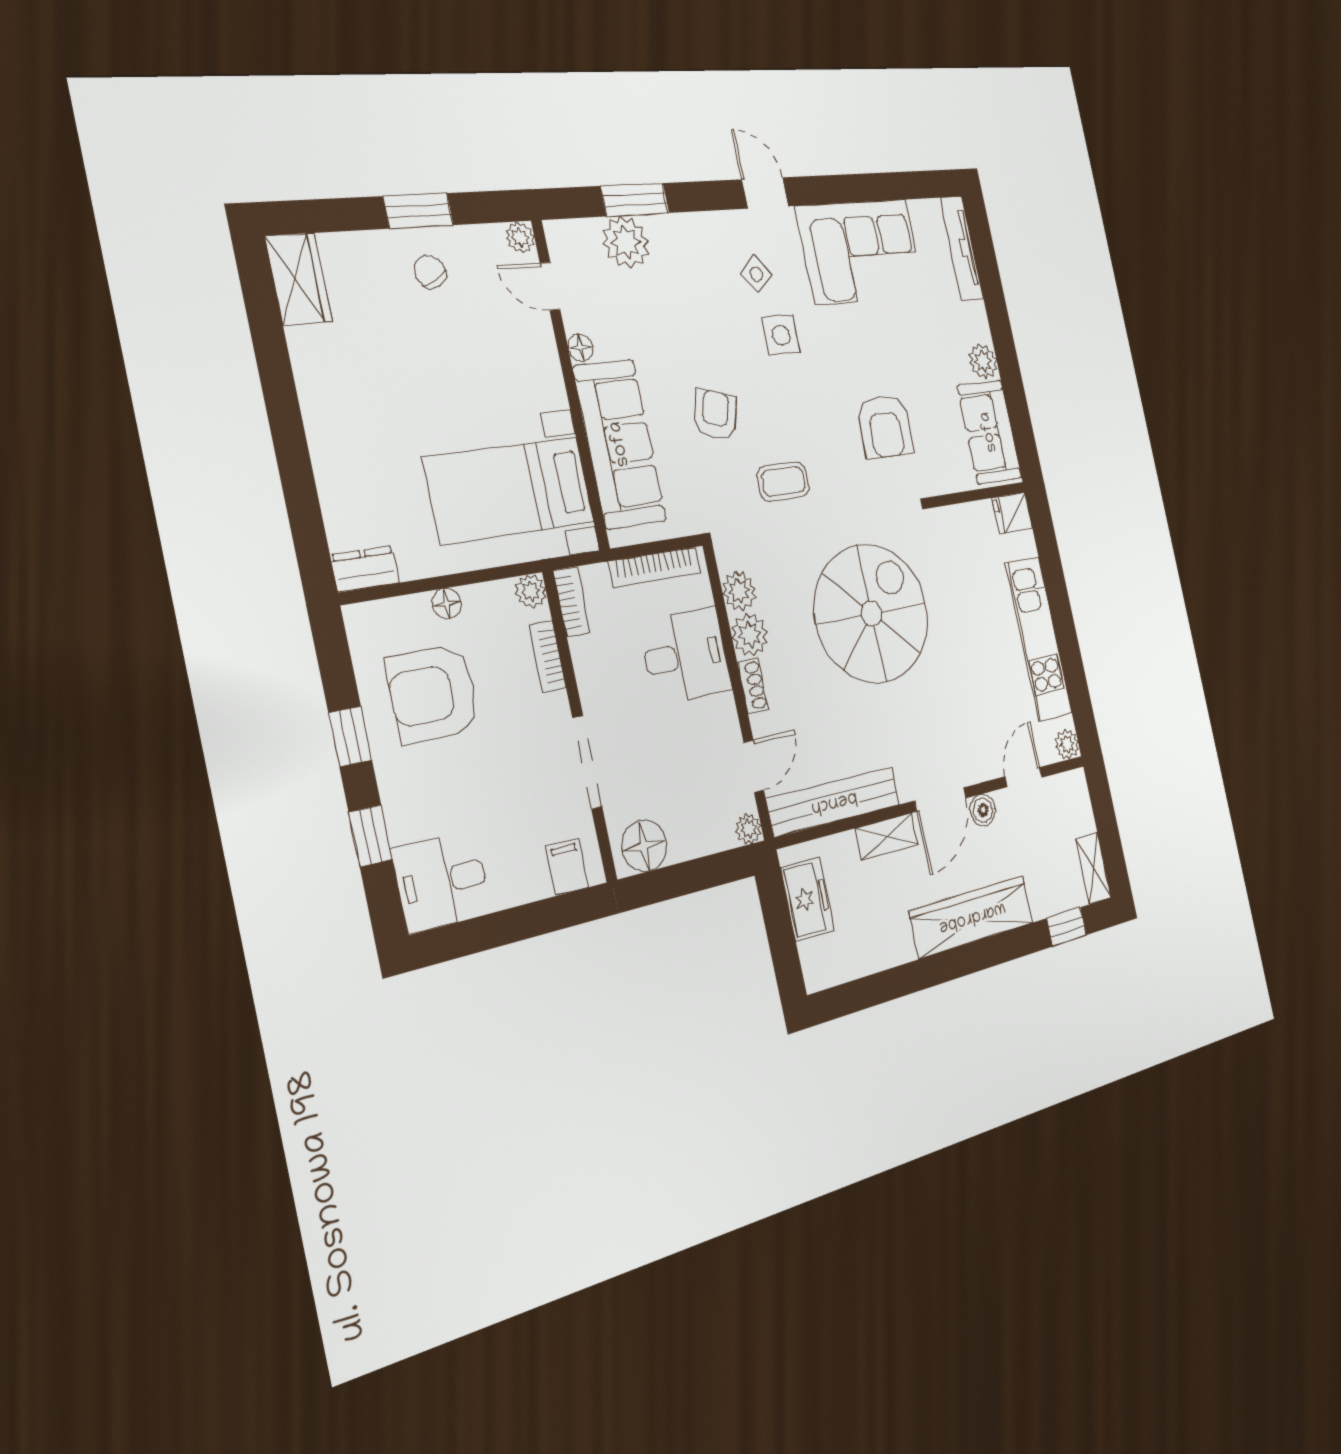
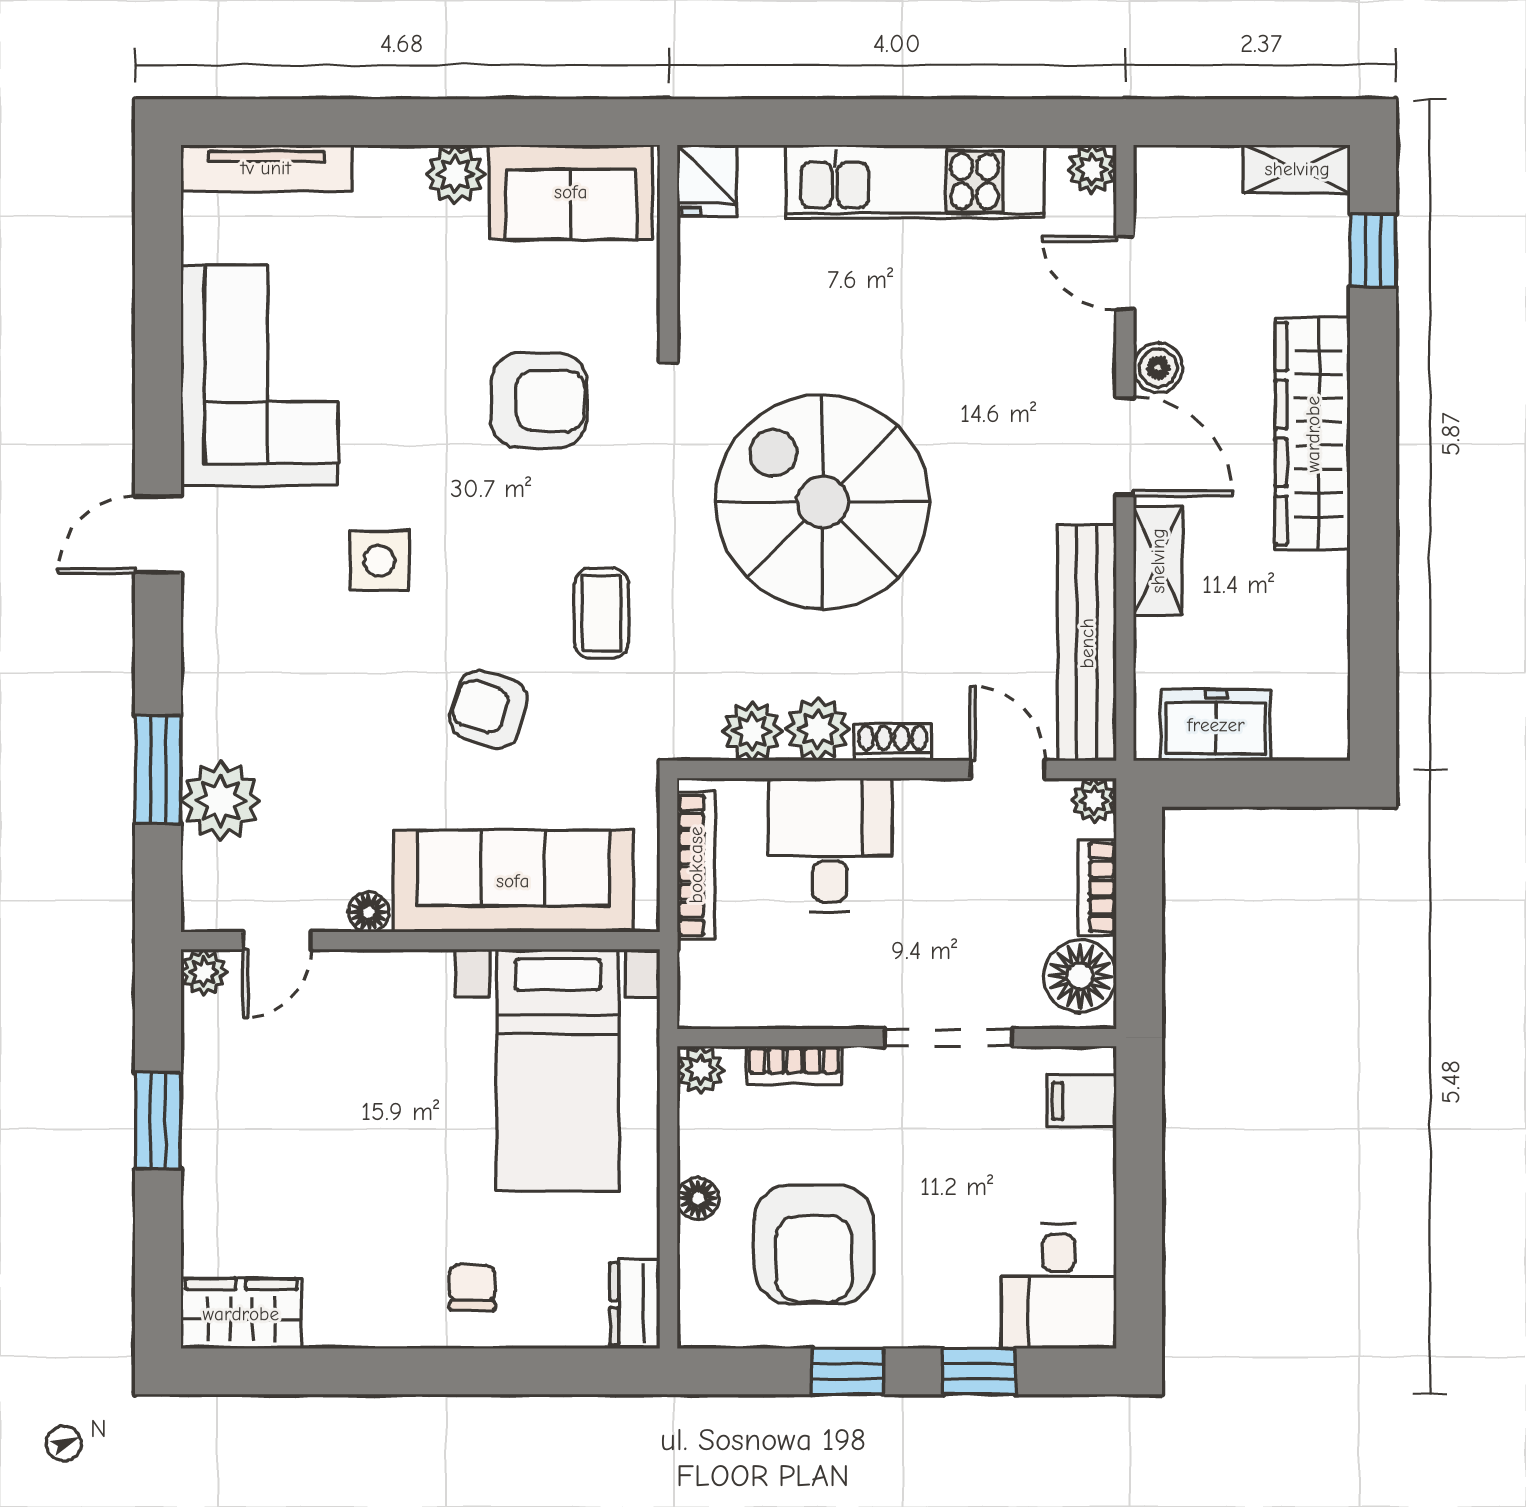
chair: (430, 272) -> (472, 1287), moved, turned 117
side table: (756, 274) -> (283, 582), removed
bookcase: (572, 602) -> (1097, 887), moved, turned -90

